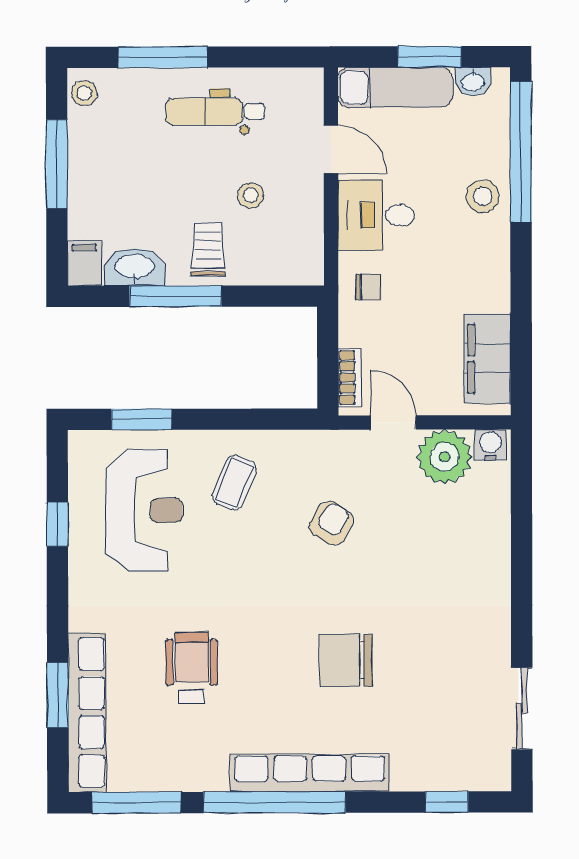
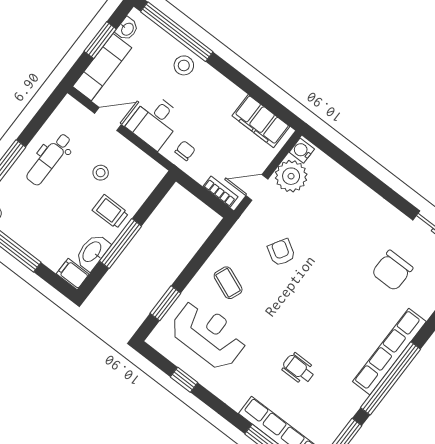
chair: (346, 660) -> (392, 271), moved
wheelchair: (192, 668) -> (299, 369), width x0.73, depth x0.73

